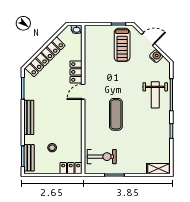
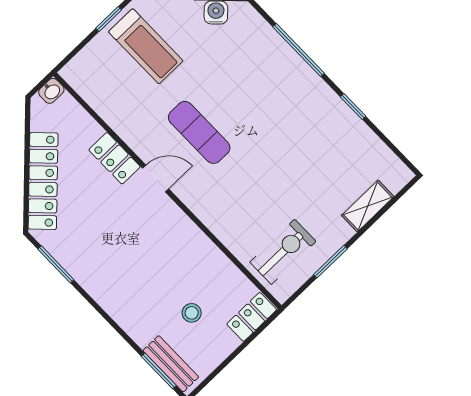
door: (83, 92) -> (156, 179), swing flipped
weight bench: (155, 95) -> (273, 74), removed
exercise mat: (116, 114) -> (199, 132), moved
bench: (29, 117) -> (109, 301), removed
shelving: (158, 169) -> (368, 206), moved

